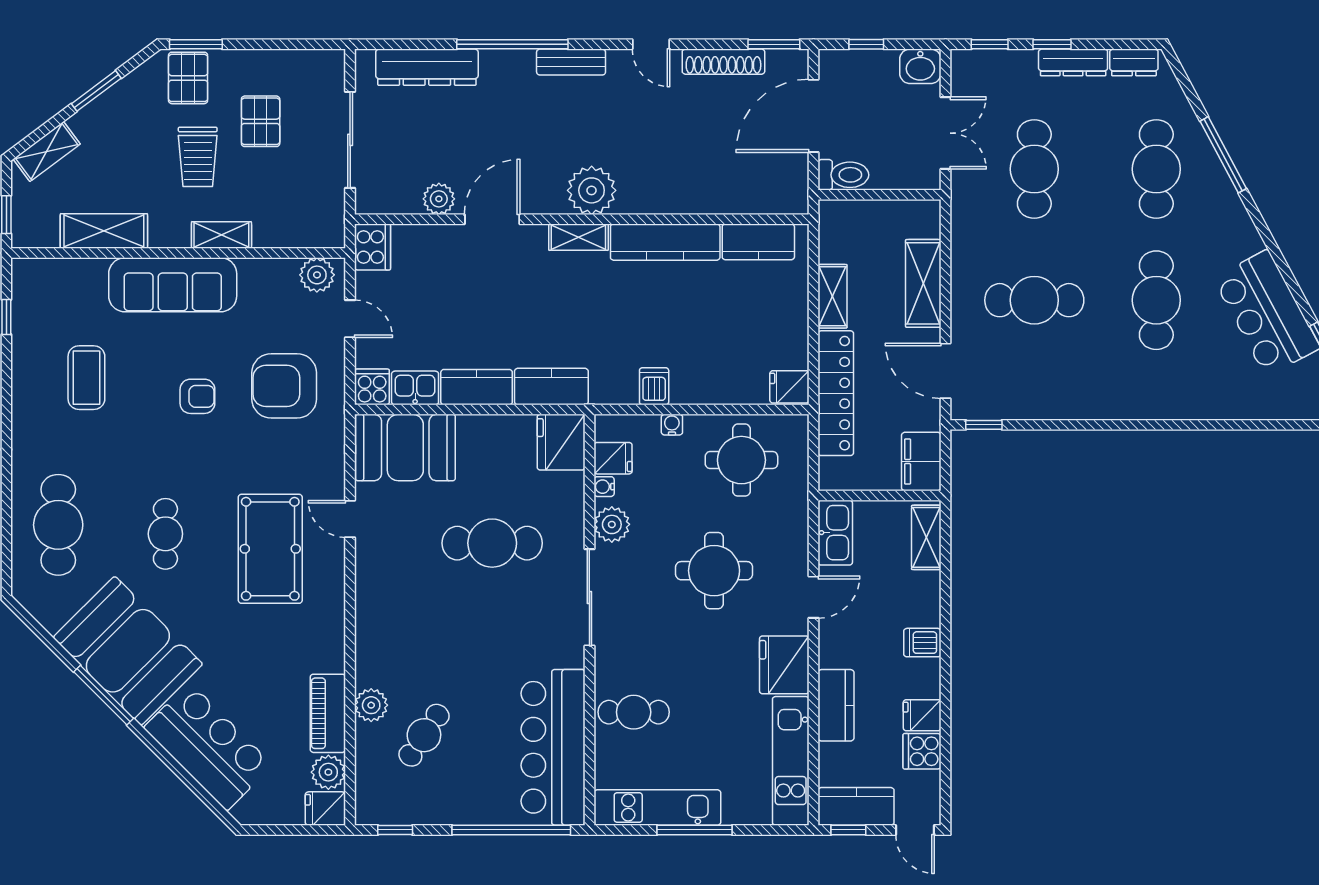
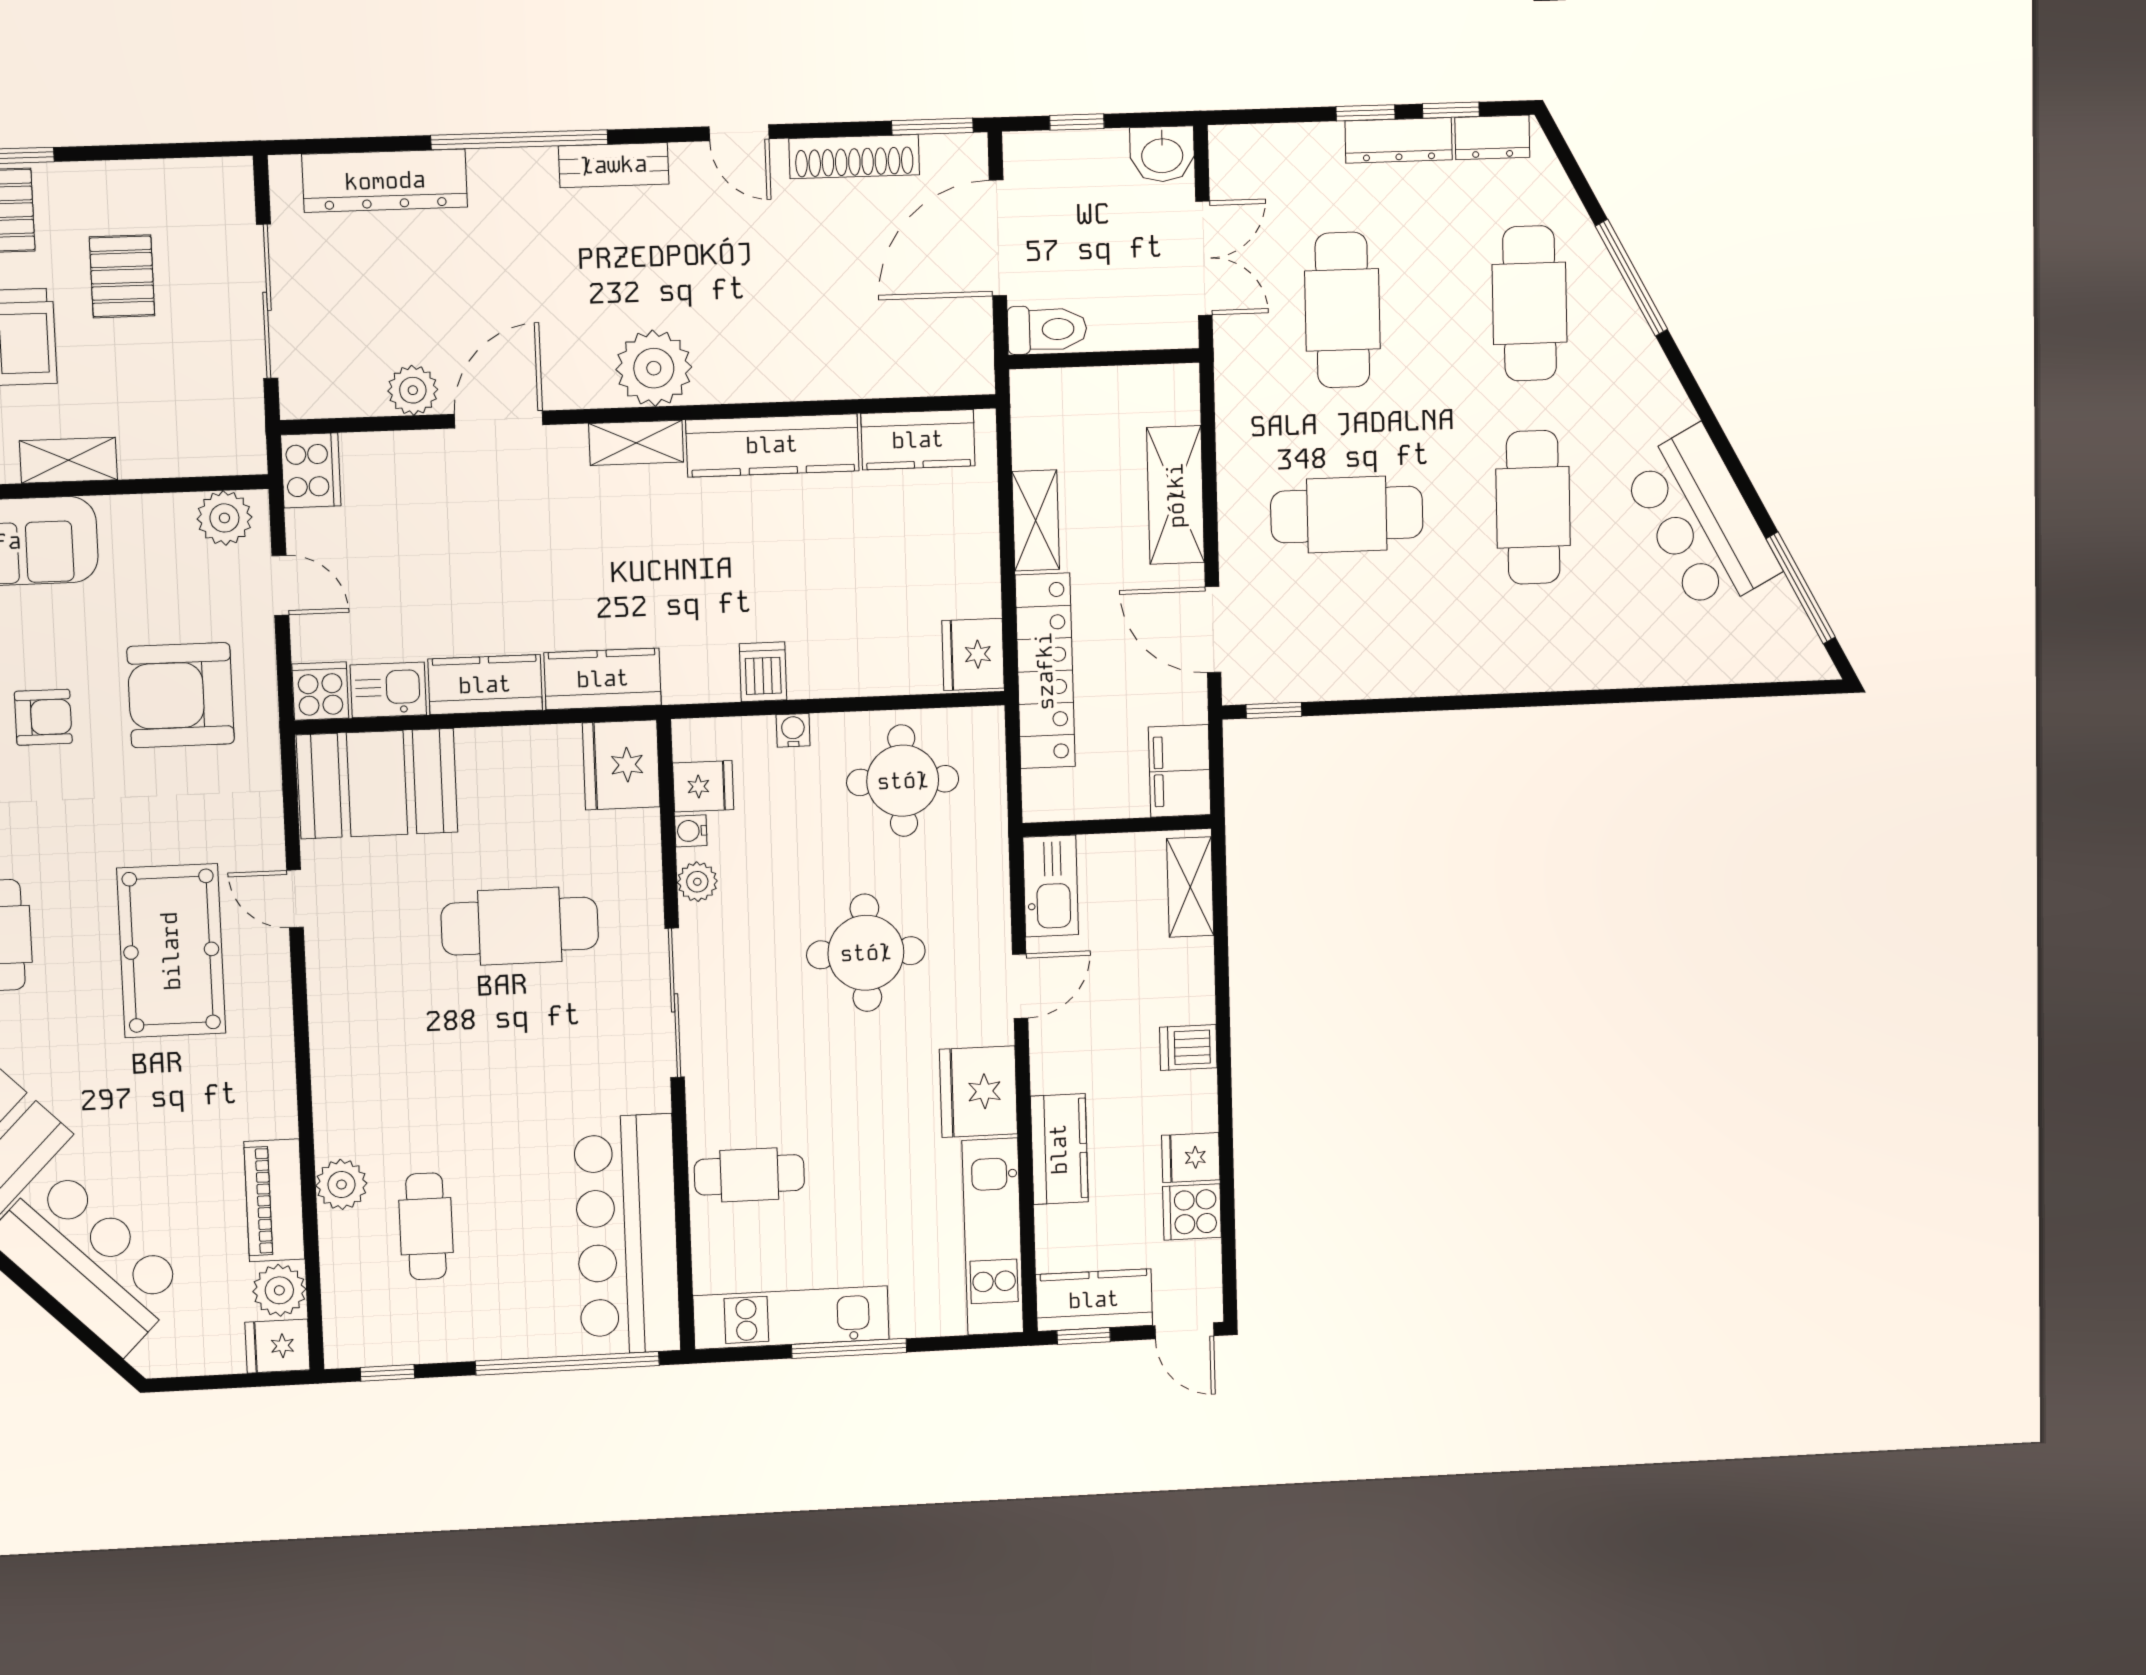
window: (990, 44) -> (1451, 110), moved
fridge: (789, 387) -> (973, 654), width x1.38
plant: (612, 524) -> (697, 882), width x0.73, depth x0.73
cafe table: (424, 735) -> (426, 1226), turned -34

